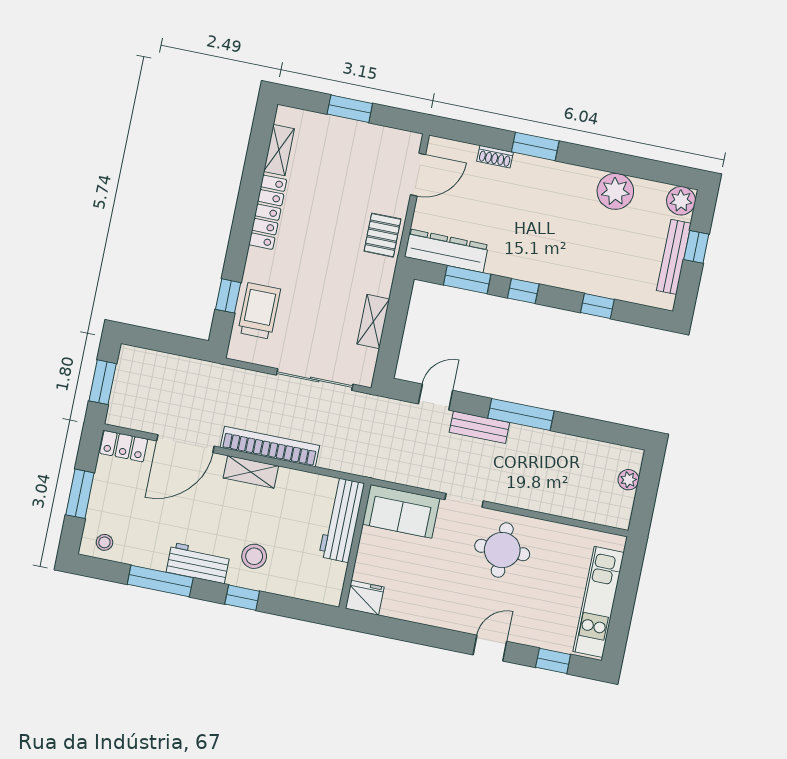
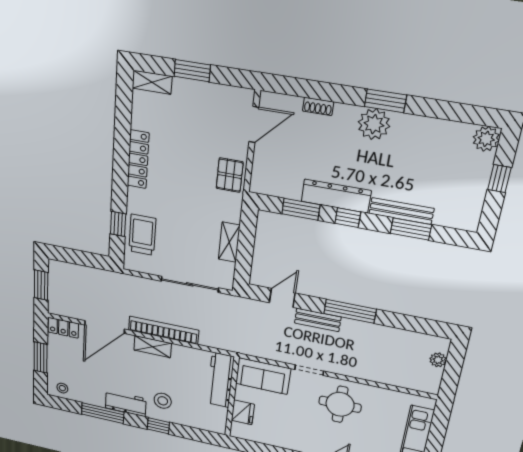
window: (535, 146) -> (385, 101), moved
shelving: (279, 150) -> (152, 82), moved, turned 90
plant: (615, 191) -> (374, 124), moved
dresser: (446, 251) -> (336, 196), moved
bench: (674, 257) -> (401, 211), moved, turned 90
window: (597, 306) -> (411, 229), width x1.50
fridge: (365, 598) -> (243, 412), moved, turned 90

